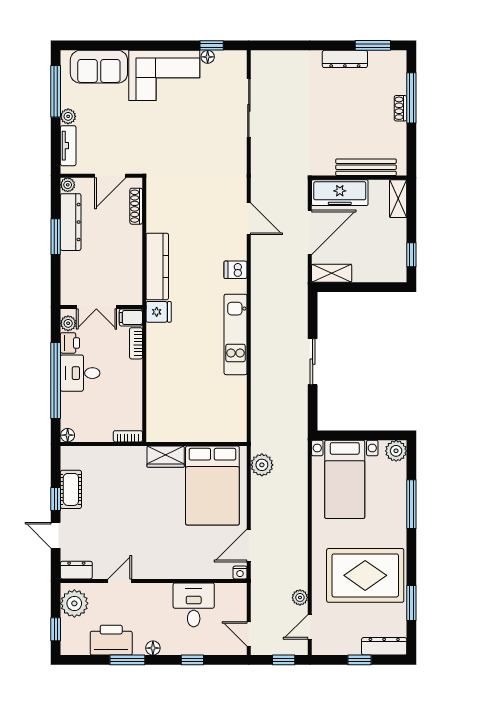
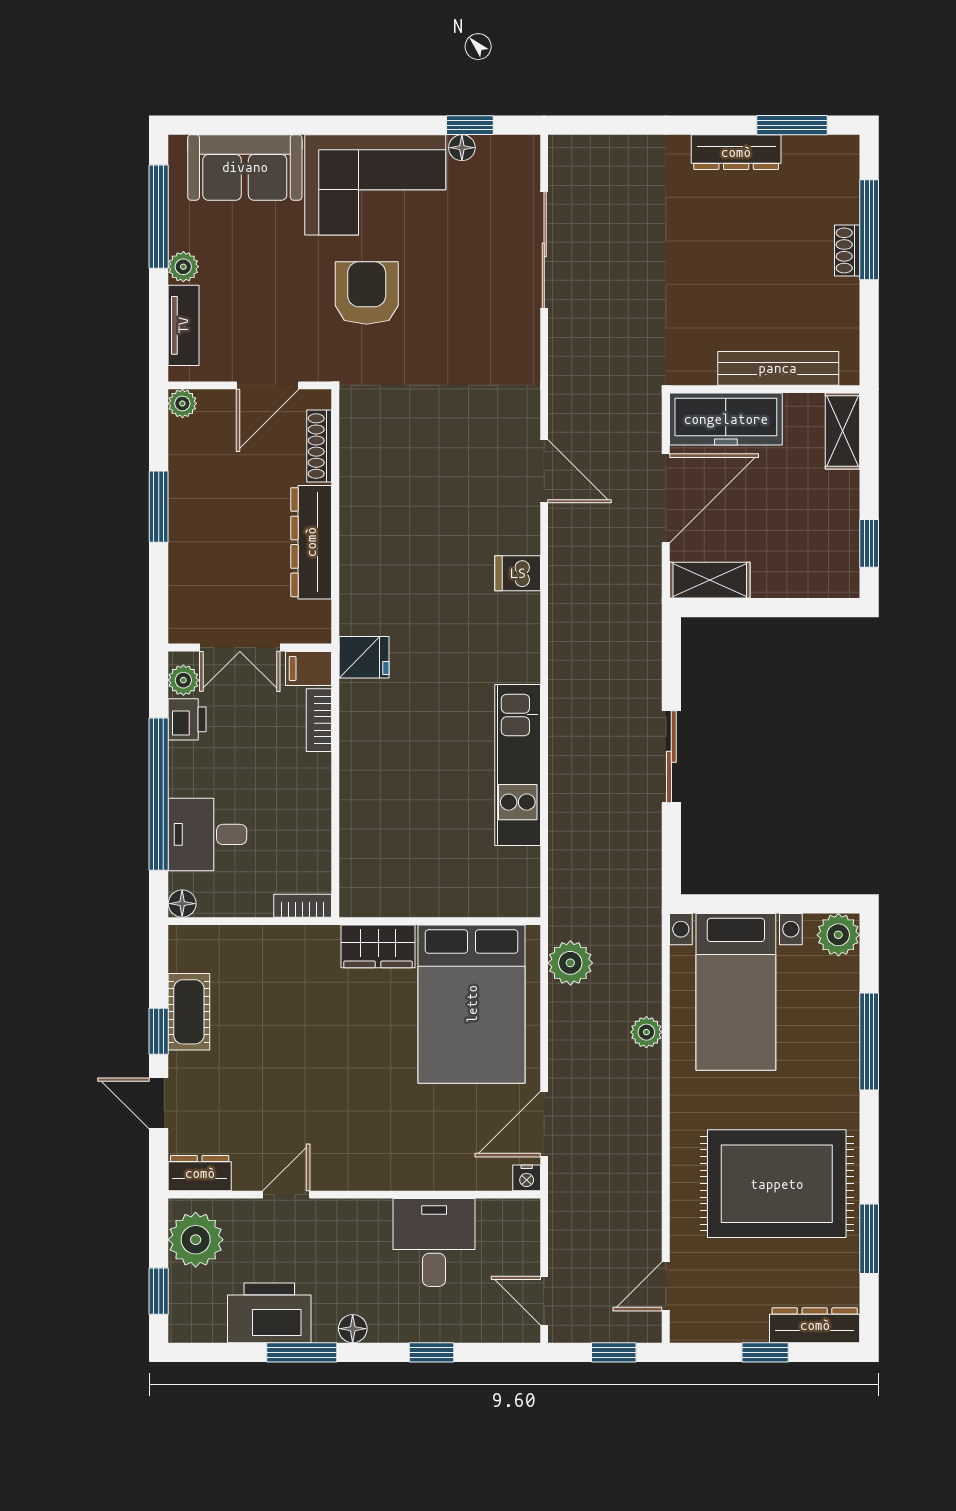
armchair: (160, 130) -> (367, 293), added
dresser: (71, 222) -> (311, 542), moved, turned 180
kitchen counter: (157, 266) -> (361, 567), removed
kitchen unit: (236, 334) -> (518, 765), moved
desk: (80, 373) -> (207, 834), moved
plant: (300, 597) -> (646, 1032), moved

